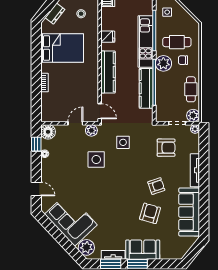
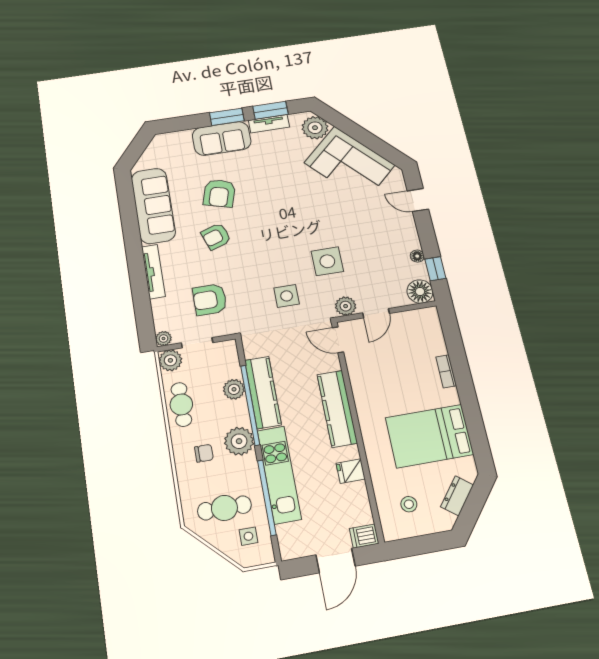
cafe table: (177, 42) -> (224, 508), moved
plant: (161, 93) -> (234, 389), added

